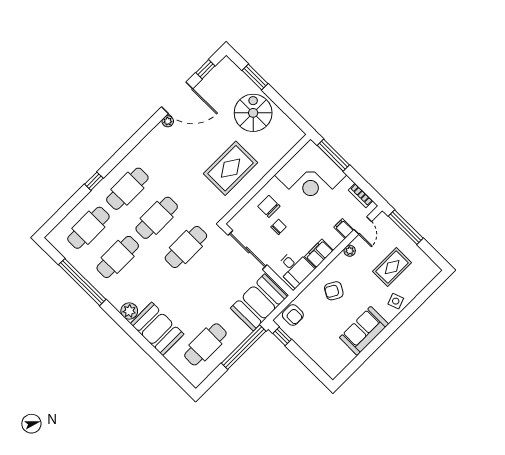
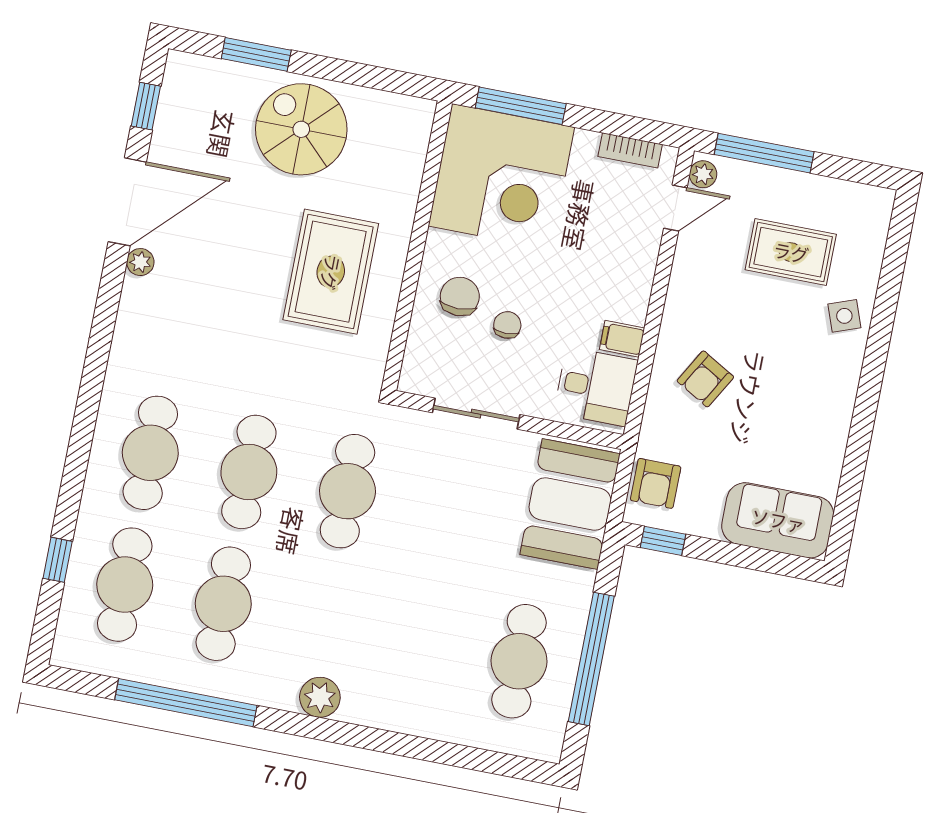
window: (94, 181) -> (58, 560), moved
chair: (269, 206) -> (460, 296), turned 90
door: (363, 226) -> (675, 208), hinge flipped
filing cabinet: (344, 229) -> (641, 240), removed
sliding door: (248, 250) -> (476, 414), width x0.73
plant: (350, 251) -> (703, 174), moved
filing cabinet: (319, 254) -> (622, 339), width x0.50
rug: (392, 267) -> (791, 252), turned 90
armchair: (293, 315) -> (656, 483), turned 90
booth: (157, 329) -> (400, 695), removed
sofa: (364, 331) -> (778, 520), moved, turned 90
window: (244, 347) -> (591, 659), moved

